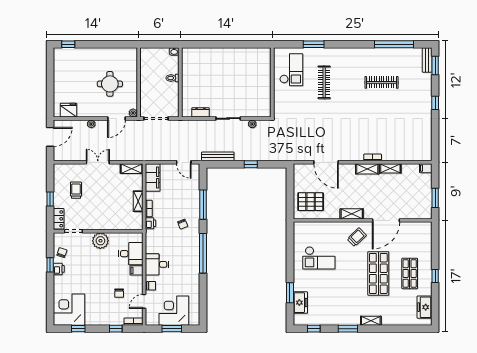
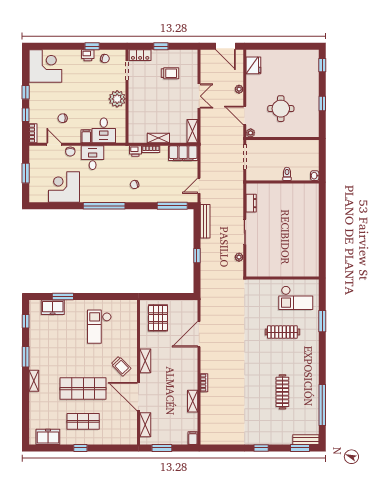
window: (105, 44) -> (322, 103), added
shelving: (367, 169) -> (145, 425), moved
window: (203, 205) -> (172, 206), moved
corner desk: (174, 311) -> (64, 187), moved, turned -90
window: (78, 329) -> (26, 92), moved

